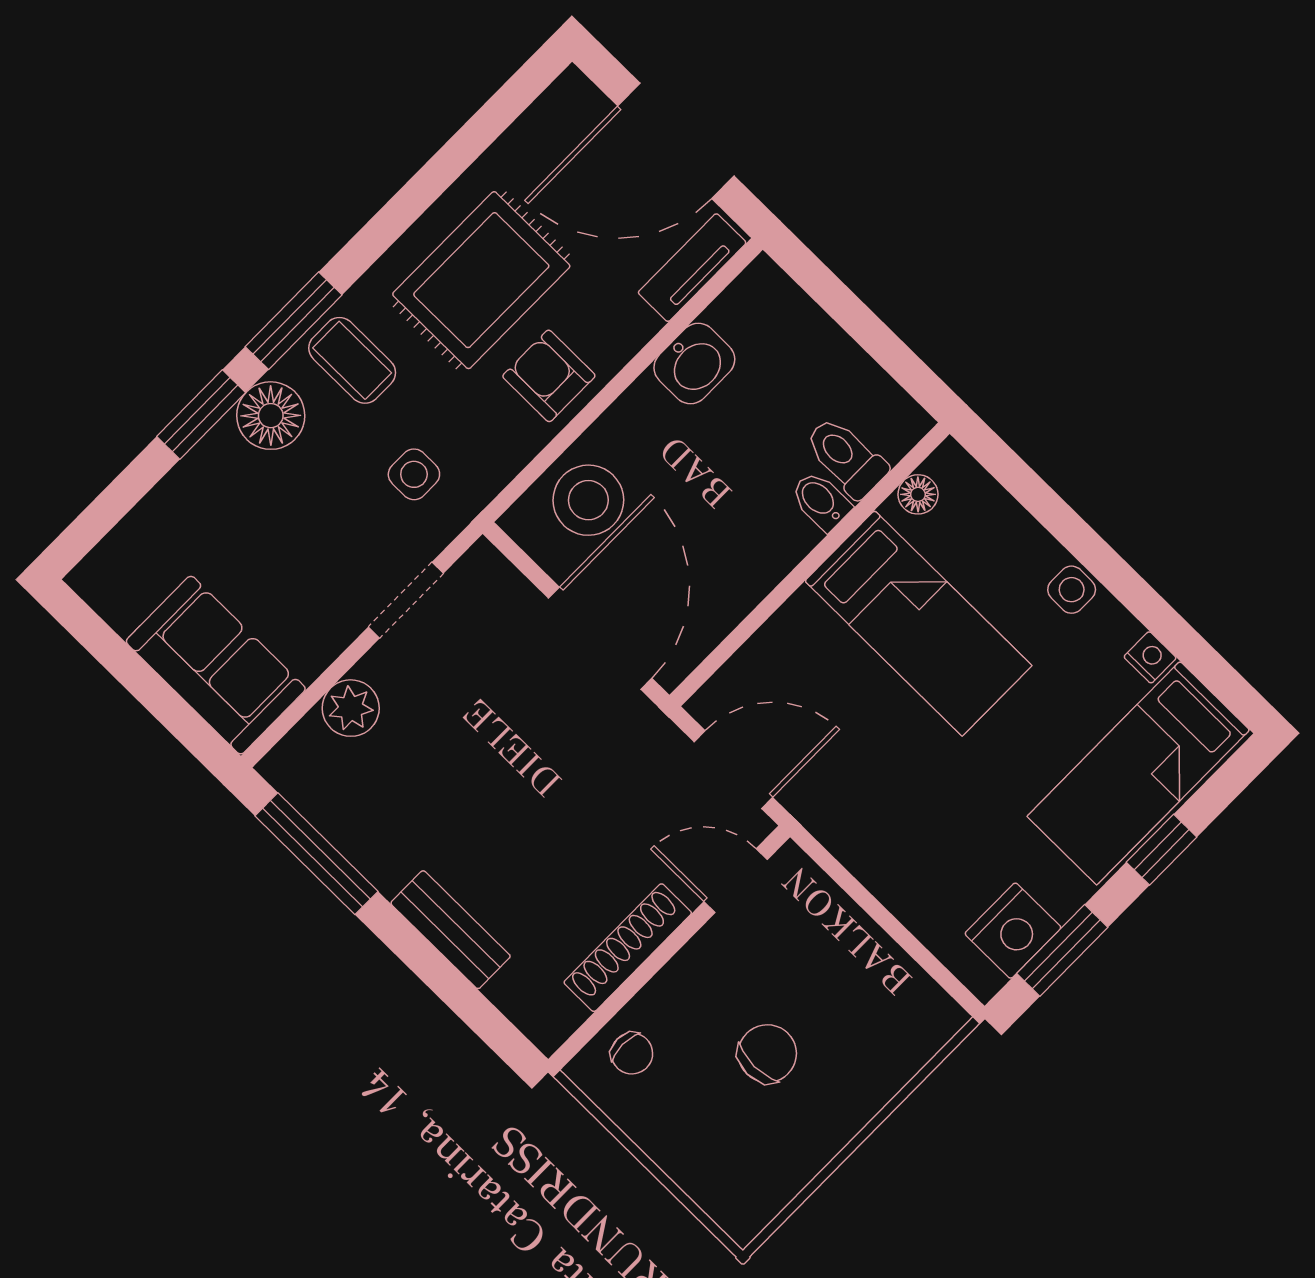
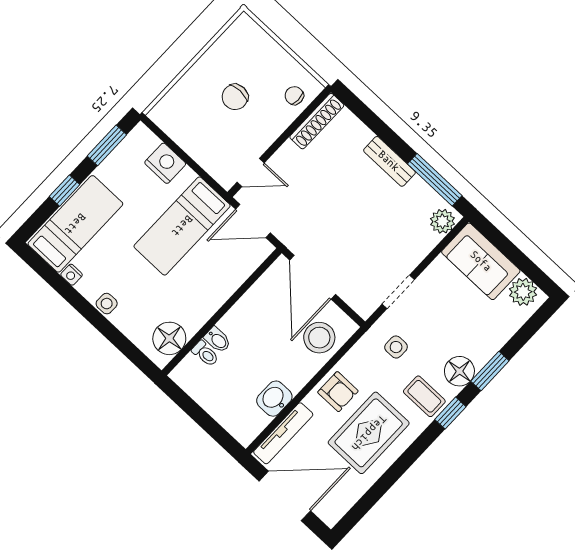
tv unit: (692, 268) -> (283, 433), width x1.41
window: (294, 321) -> (450, 413), width x0.67
toilet: (846, 457) -> (205, 354), width x0.73, depth x0.72
floor lamp: (918, 494) -> (169, 338), width x1.89, depth x1.89
plant: (121, 593) -> (523, 292), added
bed: (918, 623) -> (182, 226), moved, turned -90
plant: (351, 708) -> (442, 221), moved
bench: (451, 930) -> (389, 161), moved
nightstand: (1013, 931) -> (165, 163), moved, turned 90
shoe rack: (628, 948) -> (317, 121), moved

